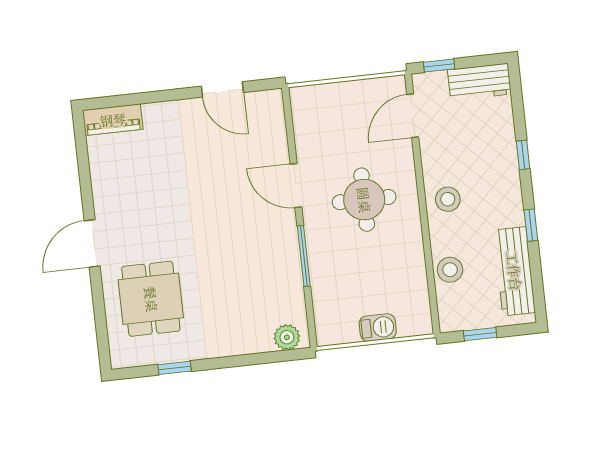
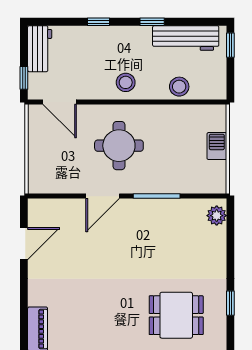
window: (480, 334) -> (230, 45), moved

